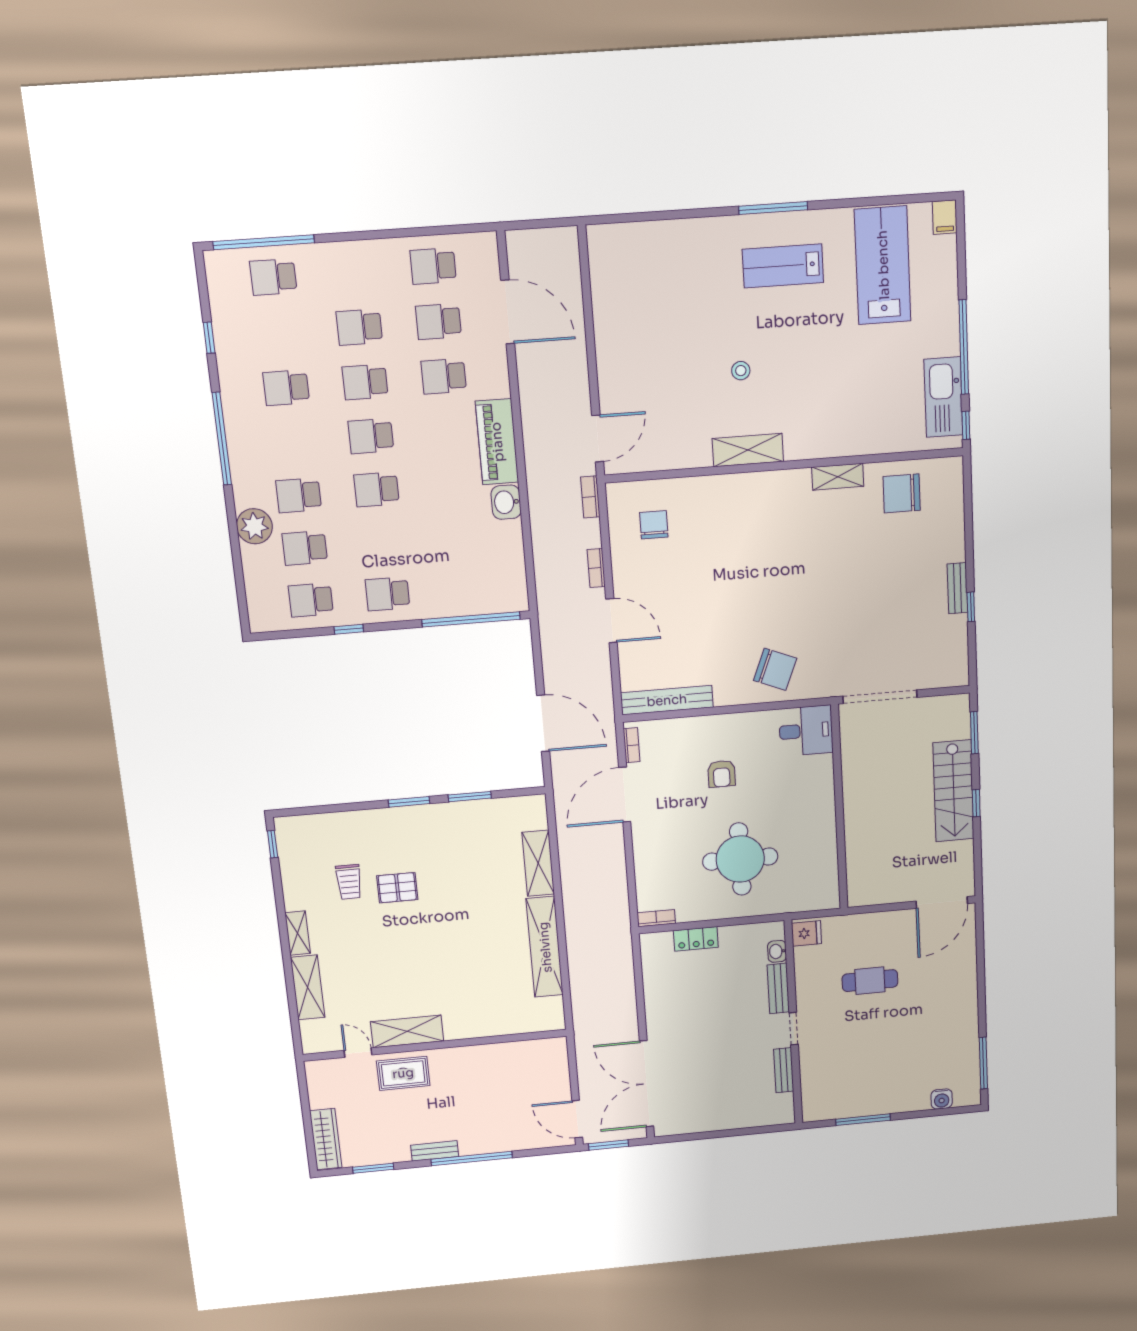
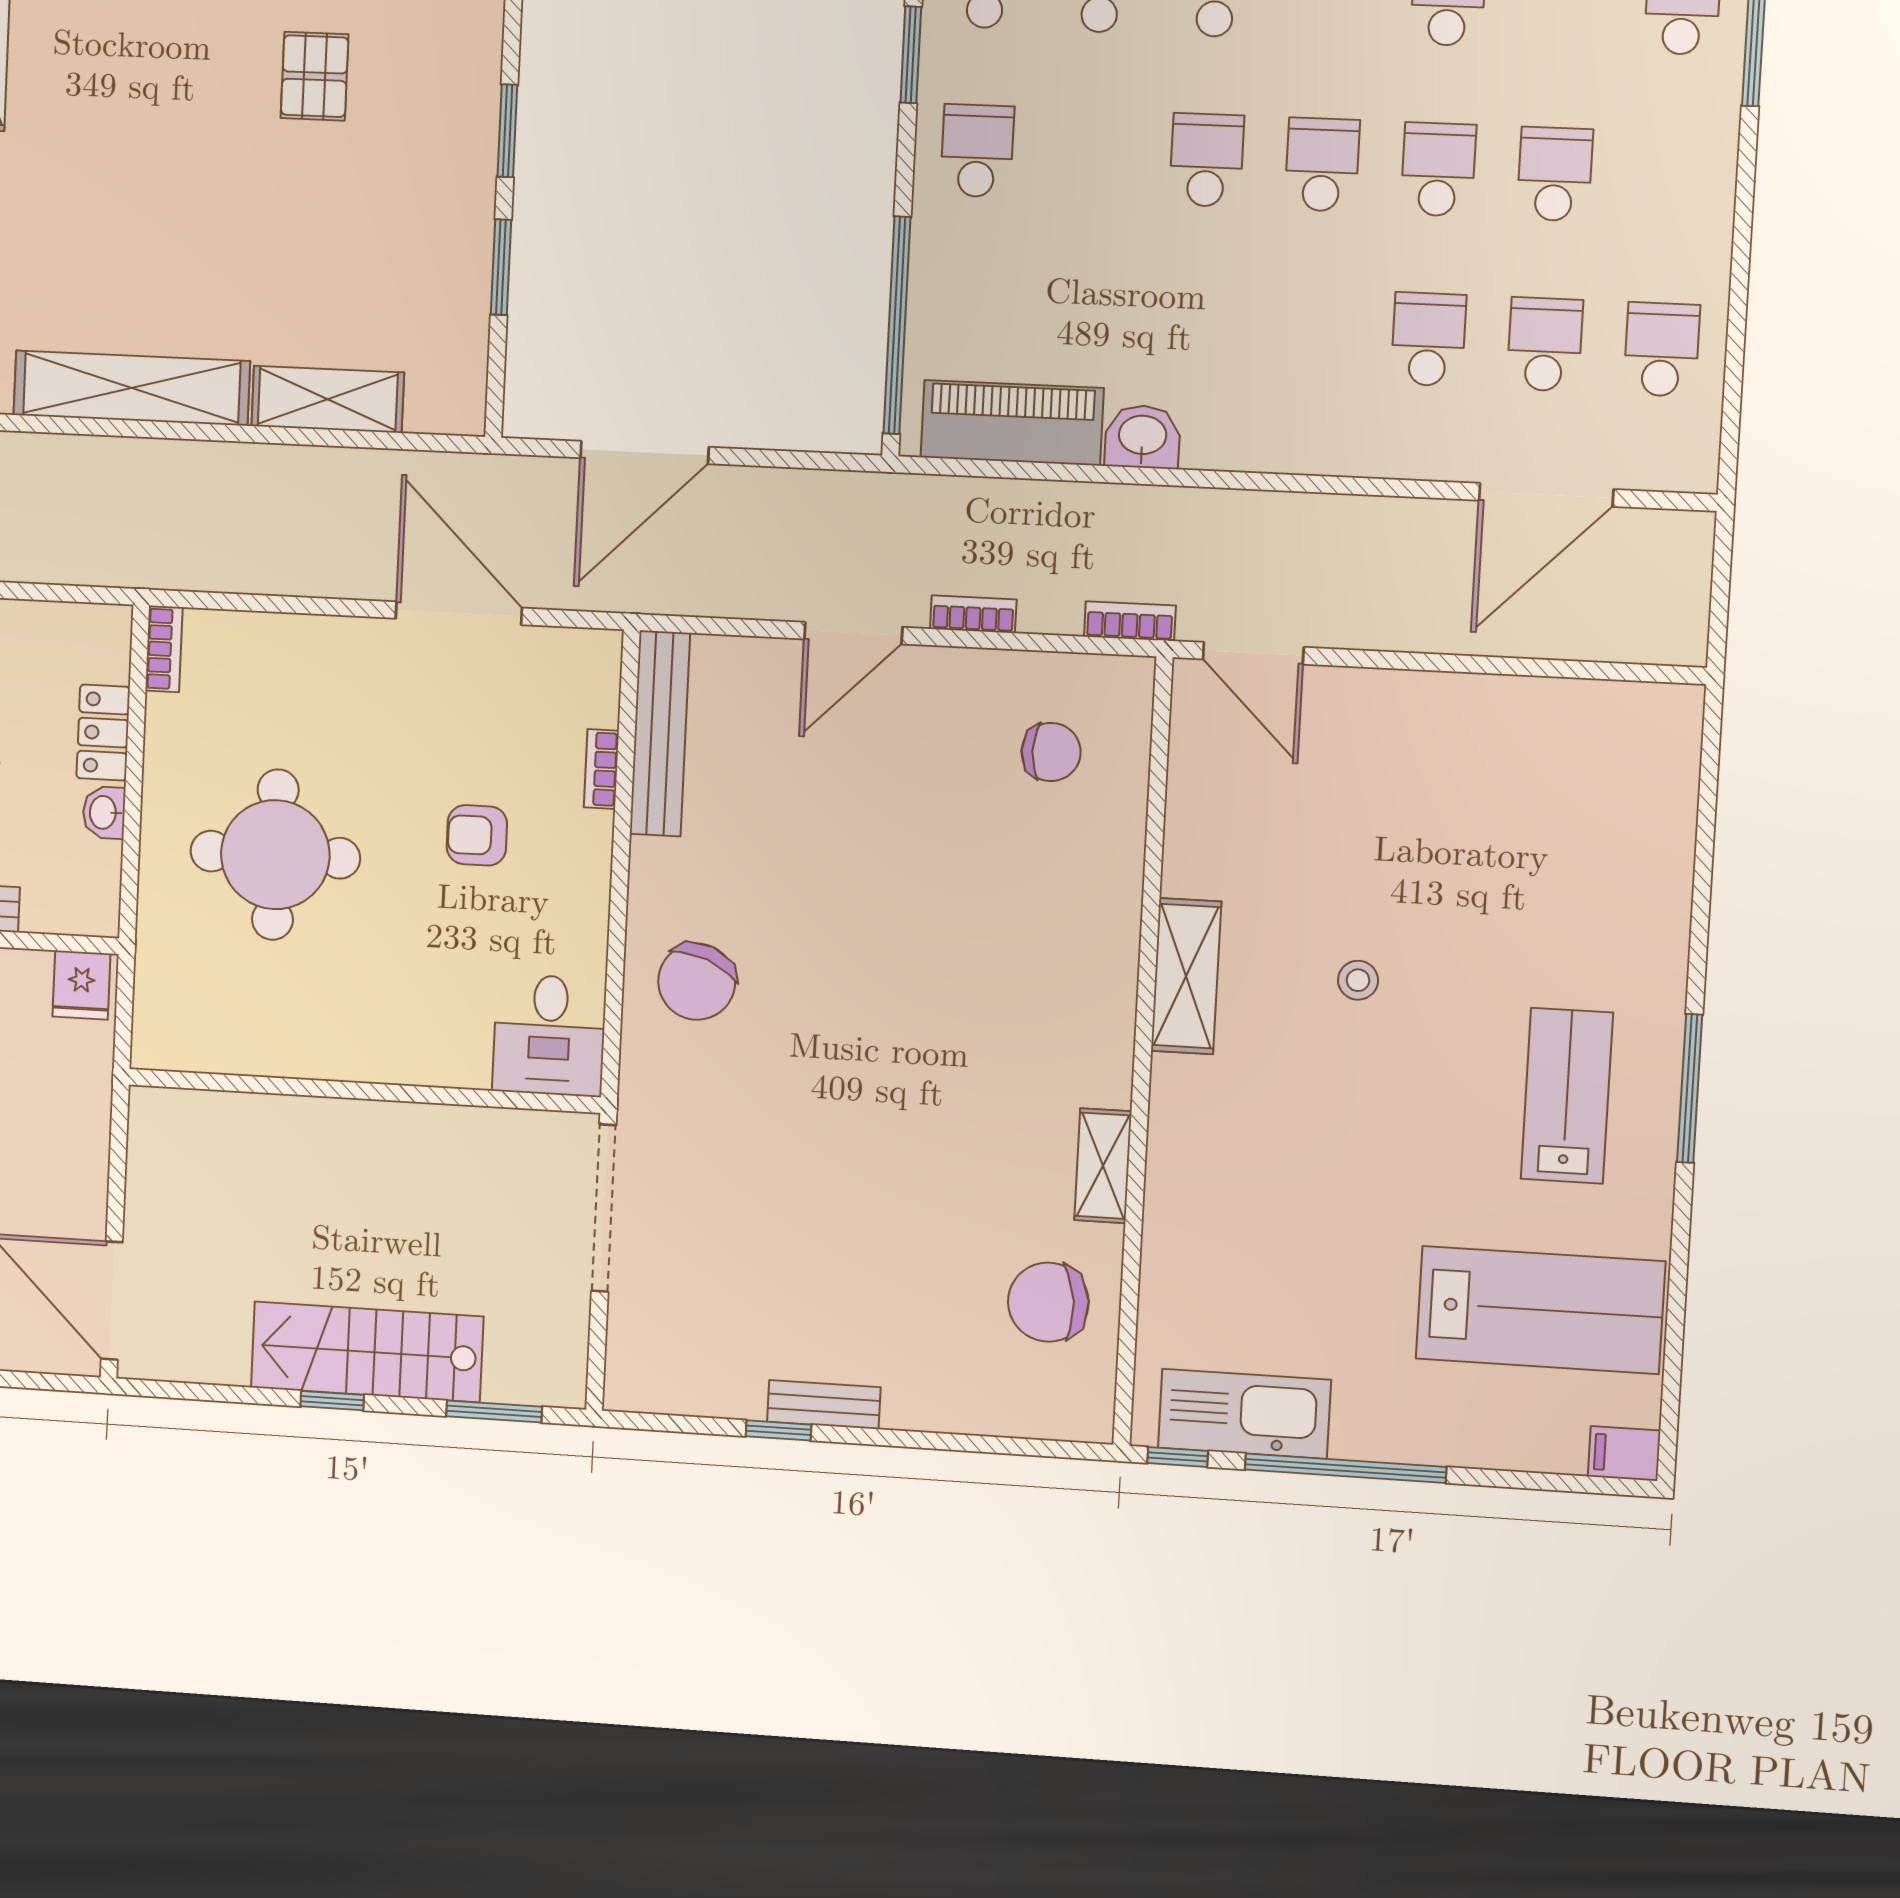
piano: (497, 442) -> (1012, 423), moved
chair: (902, 493) -> (1048, 1302), turned -95
window: (349, 629) -> (911, 55), width x1.50
bookcase: (632, 745) -> (601, 769), moved, turned 90
washbasin: (777, 951) -> (104, 812), moved, turned -90

